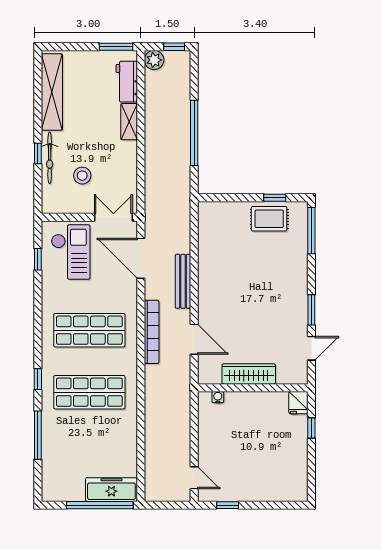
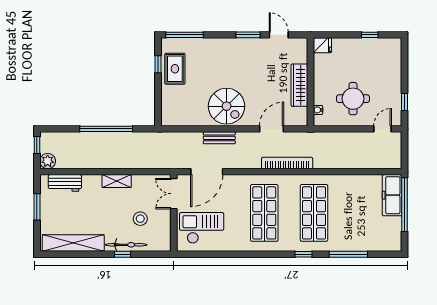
window: (116, 47) -> (37, 207), moved
shelving: (129, 122) -> (117, 181), moved
window: (38, 259) -> (207, 254), removed
bench: (183, 281) -> (219, 138), width x0.73
spiral stairs: (223, 283) -> (227, 106), added
bookcase: (152, 332) -> (287, 163), moved
window: (311, 428) -> (370, 35), moved
round table: (232, 441) -> (353, 99), added

